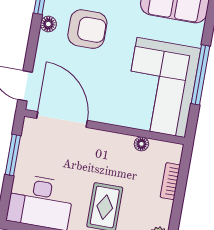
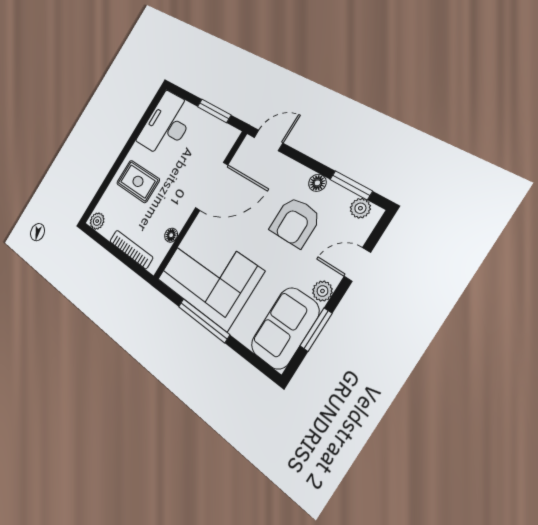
door: (62, 119) -> (212, 186), moved
bookcase: (170, 181) -> (131, 249), width x1.56

